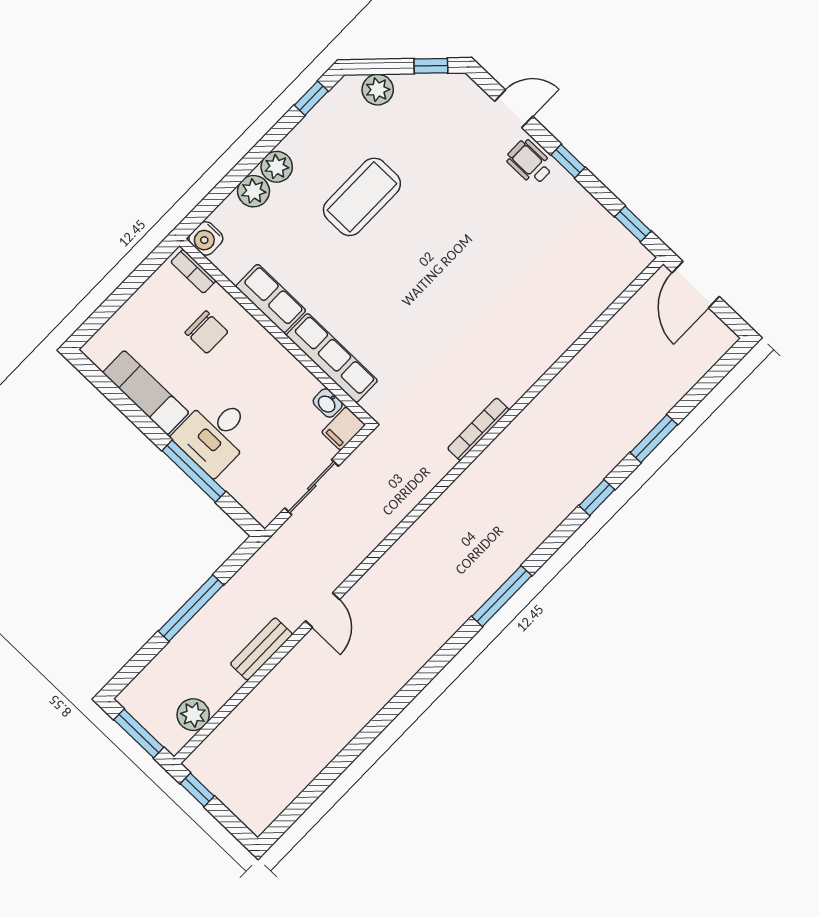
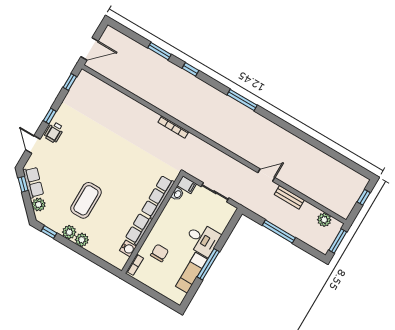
row of seats: (429, 89) -> (33, 182), added
plant: (254, 191) -> (69, 232), moved
coffee table: (362, 197) -> (86, 200), turned 90
water cooler: (206, 238) -> (128, 248), moved
window: (194, 471) -> (208, 264), moved
window: (197, 790) -> (364, 197), moved

